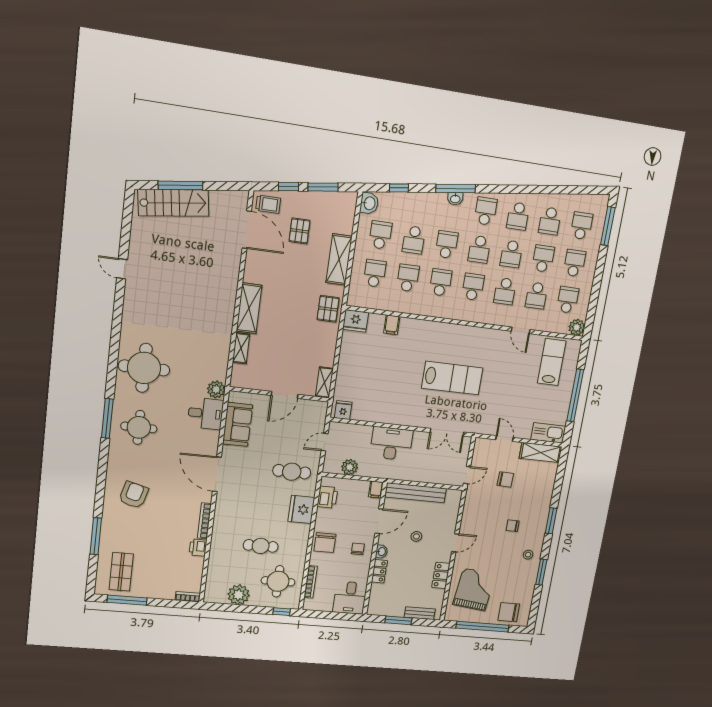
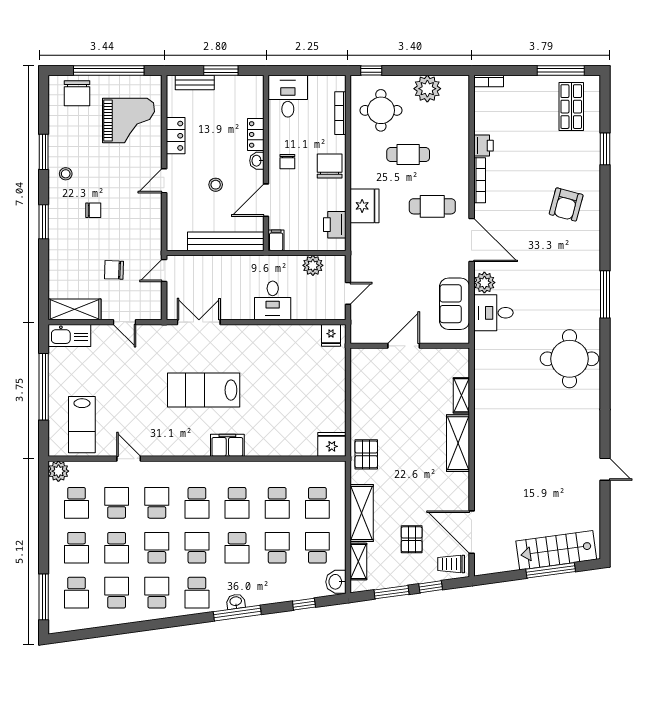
school desk: (380, 235) -> (317, 548), turned 180
filing cabinet: (392, 325) -> (227, 445), moved, width x2.00
shelving: (324, 382) -> (358, 562), moved
plant: (216, 389) -> (484, 283), moved
round table: (139, 427) -> (568, 287), removed
desk: (391, 444) -> (273, 300), width x0.73
cafe table: (292, 472) -> (432, 206), moved
window: (96, 536) -> (605, 149), width x0.69
grand piano: (474, 589) -> (129, 121), turned -97
chair: (509, 612) -> (77, 93), turned 90

